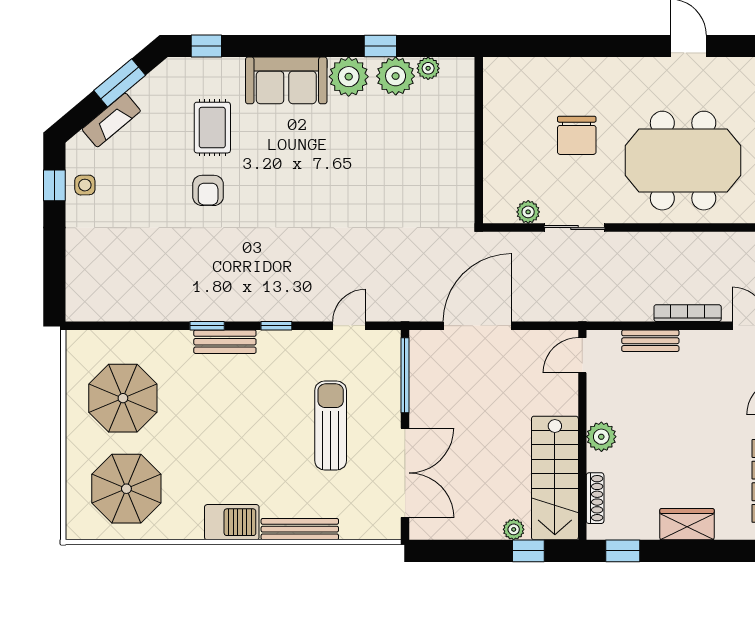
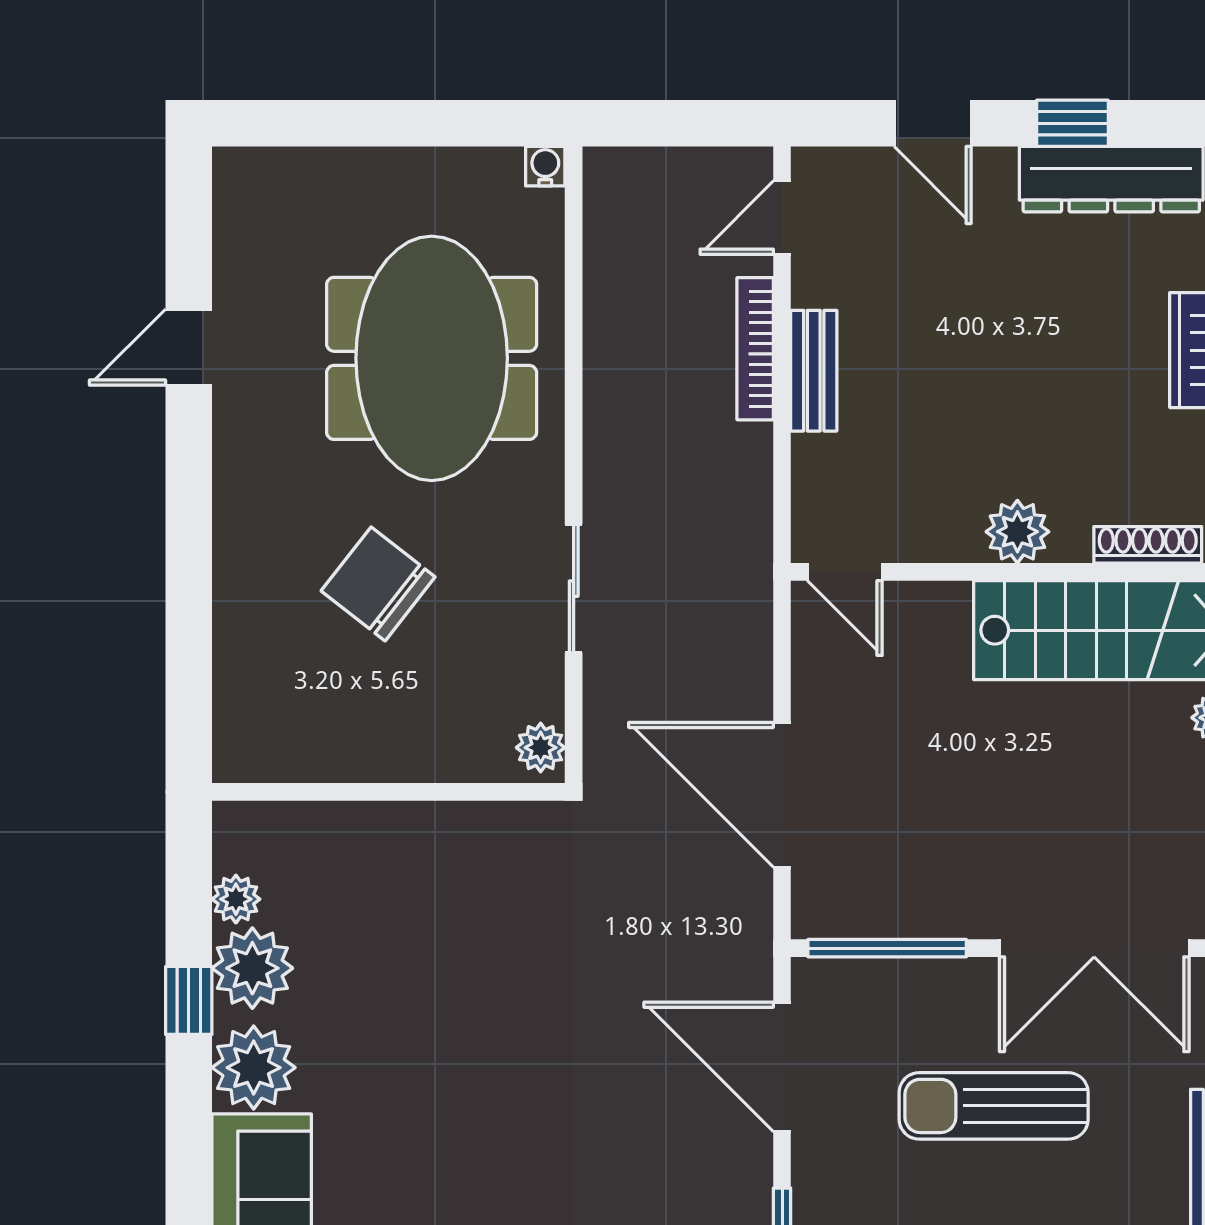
chair: (577, 135) -> (378, 584), turned -142
plant: (528, 212) -> (541, 748), moved
door: (349, 326) -> (782, 1067), width x1.87
bench: (650, 341) -> (814, 371), moved
double door: (405, 473) -> (1094, 948), swing flipped

